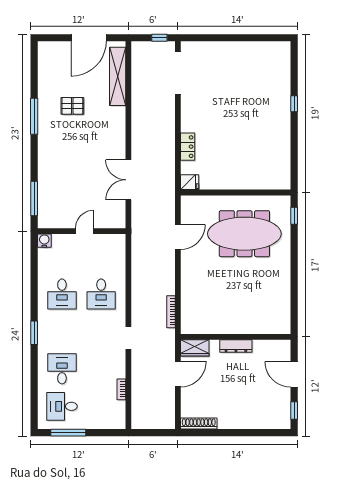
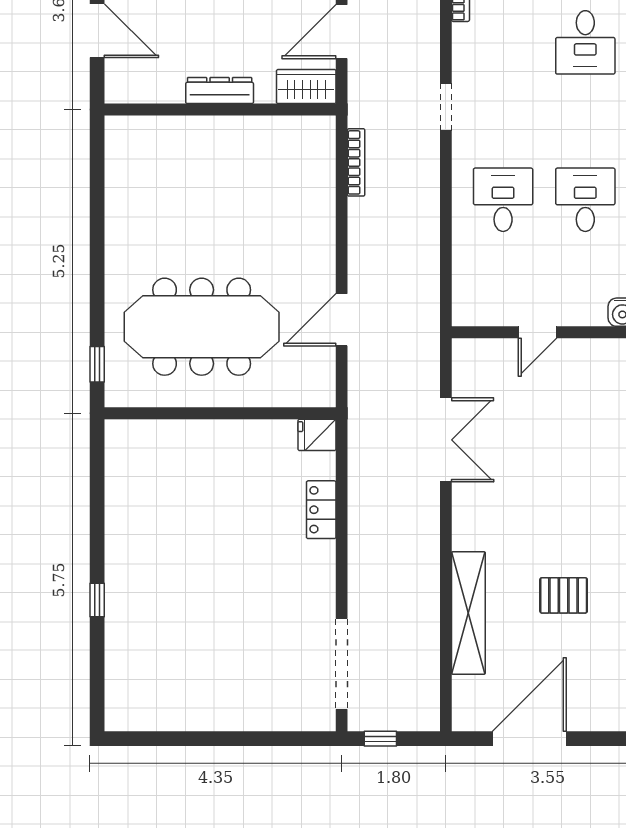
shelving: (118, 76) -> (468, 613), moved

